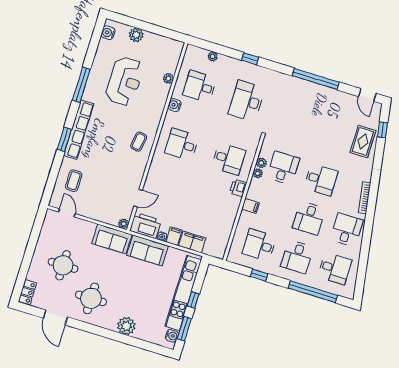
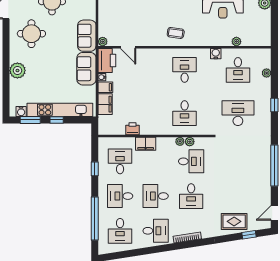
desk: (200, 86) -> (238, 70), turned 180
printer: (238, 188) -> (133, 129), moved
filing cabinet: (250, 206) -> (146, 144), width x2.00

